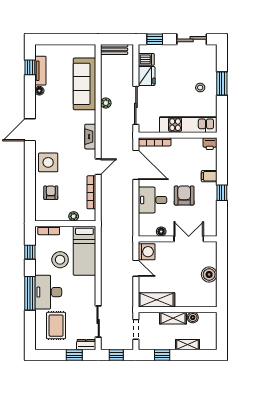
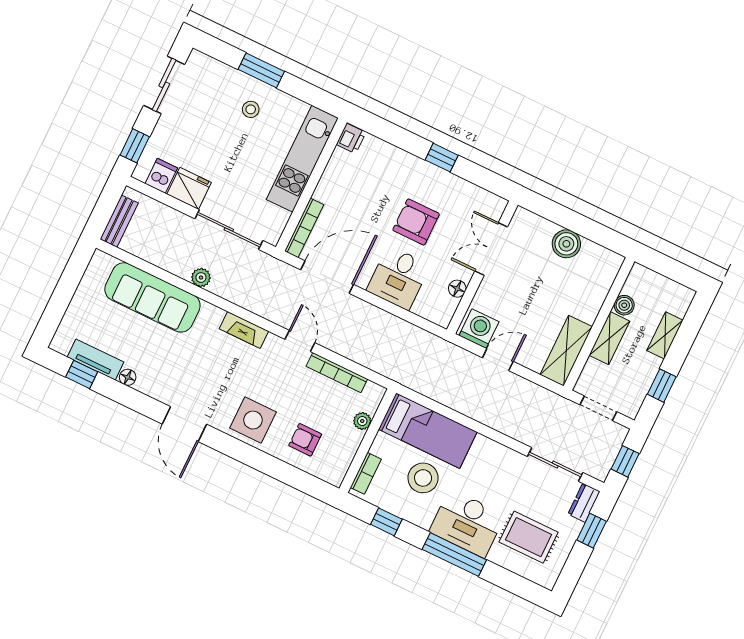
filing cabinet: (209, 176) -> (404, 165), removed

